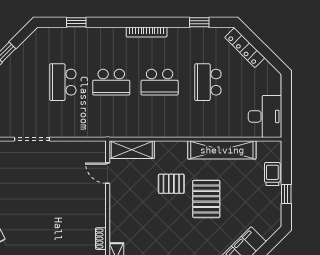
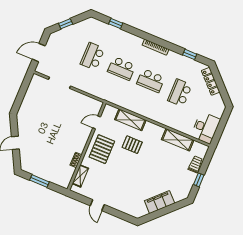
shelving: (132, 150) -> (130, 120), moved
shelving: (222, 150) -> (178, 140), width x0.68
door: (108, 173) -> (97, 122), hinge flipped
pallet: (206, 199) -> (102, 149), moved

